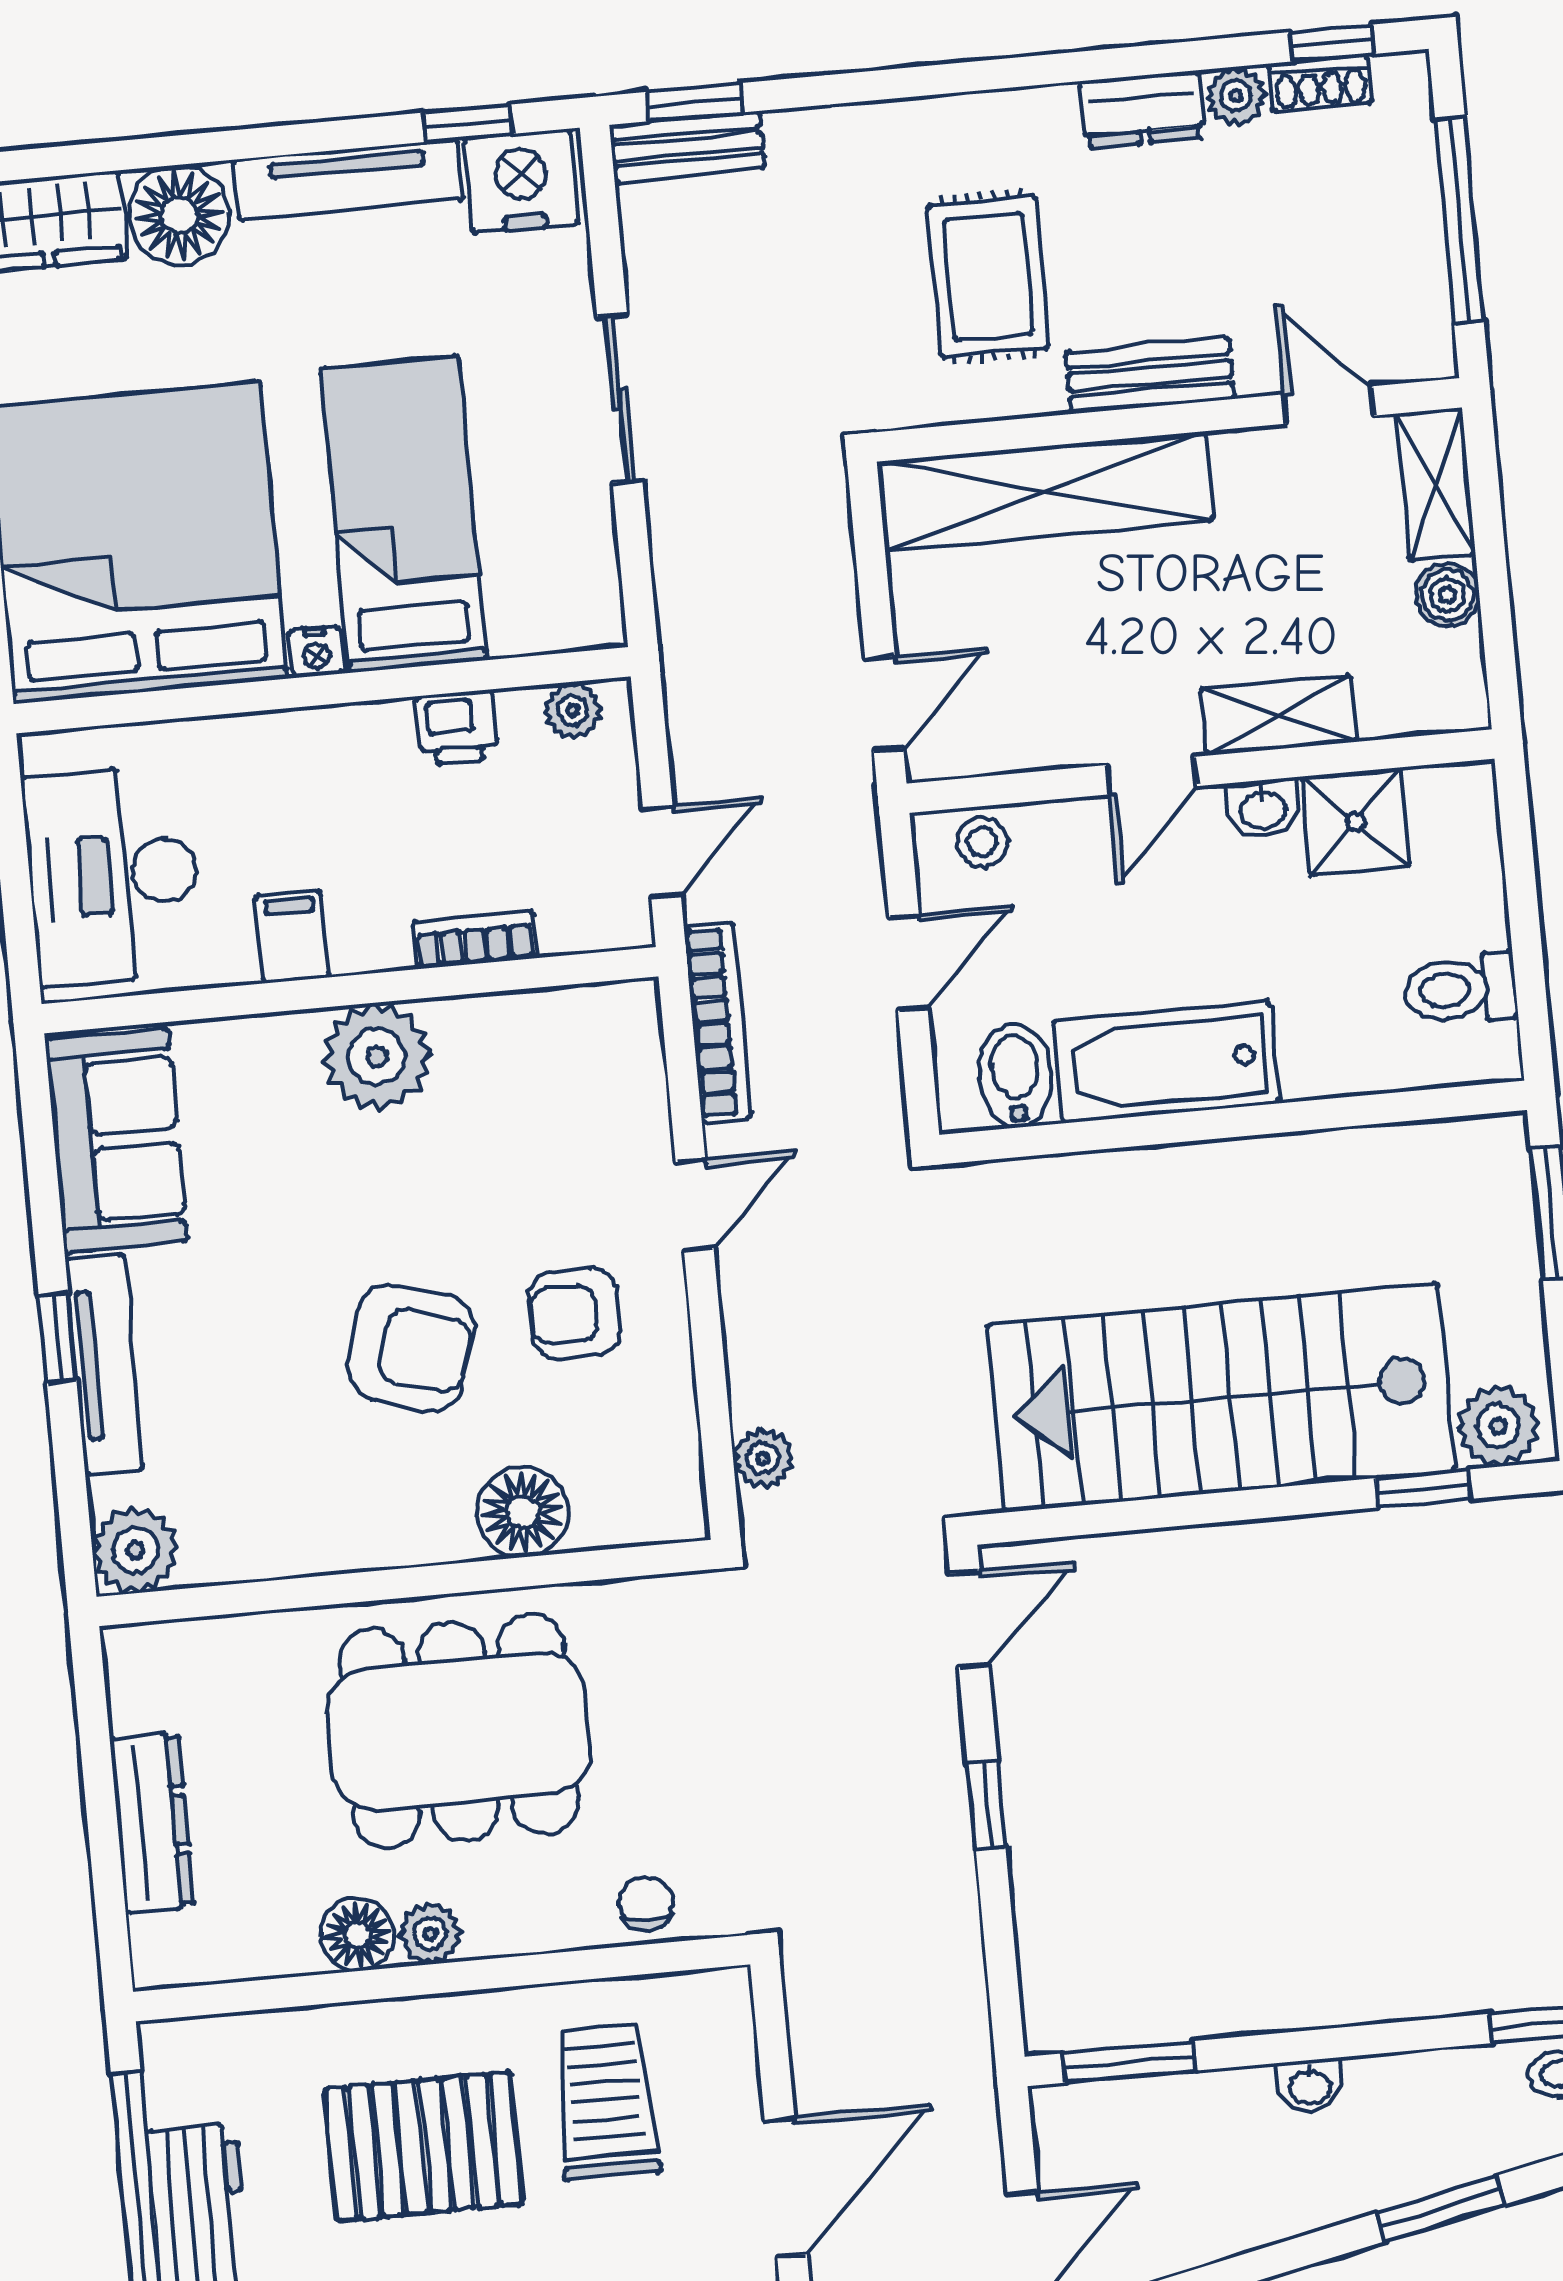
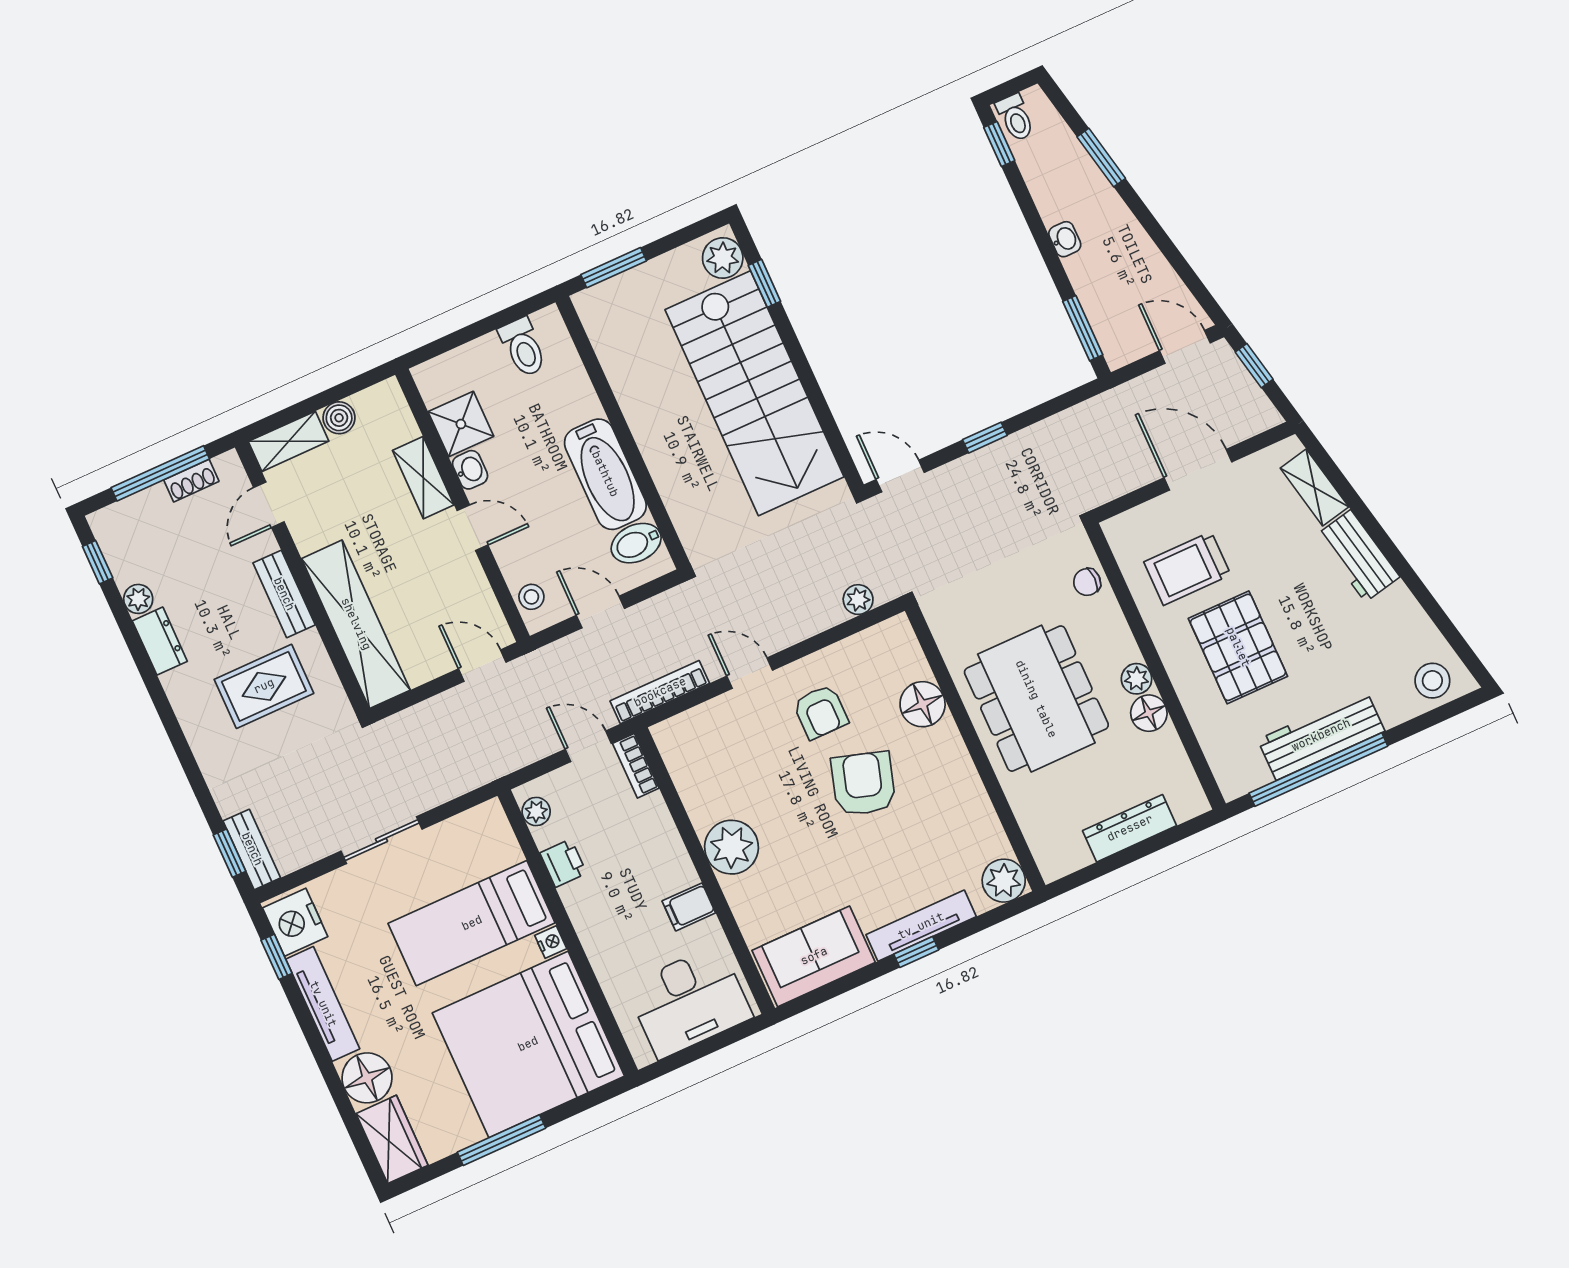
shoe rack: (1320, 83) -> (191, 481), moved, turned 90
bookcase: (475, 940) -> (636, 766), moved

